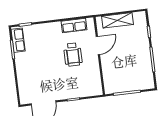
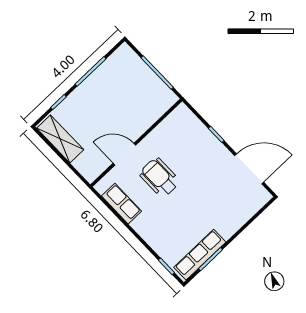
shelving: (118, 20) -> (60, 139), moved
row of seats: (18, 40) -> (200, 255), width x1.48
wheelchair: (73, 55) -> (160, 177), turned -90

